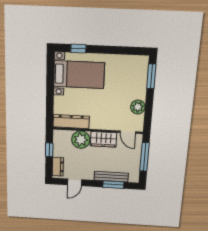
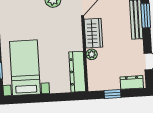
plant: (81, 140) -> (92, 54), width x0.53, depth x0.53

